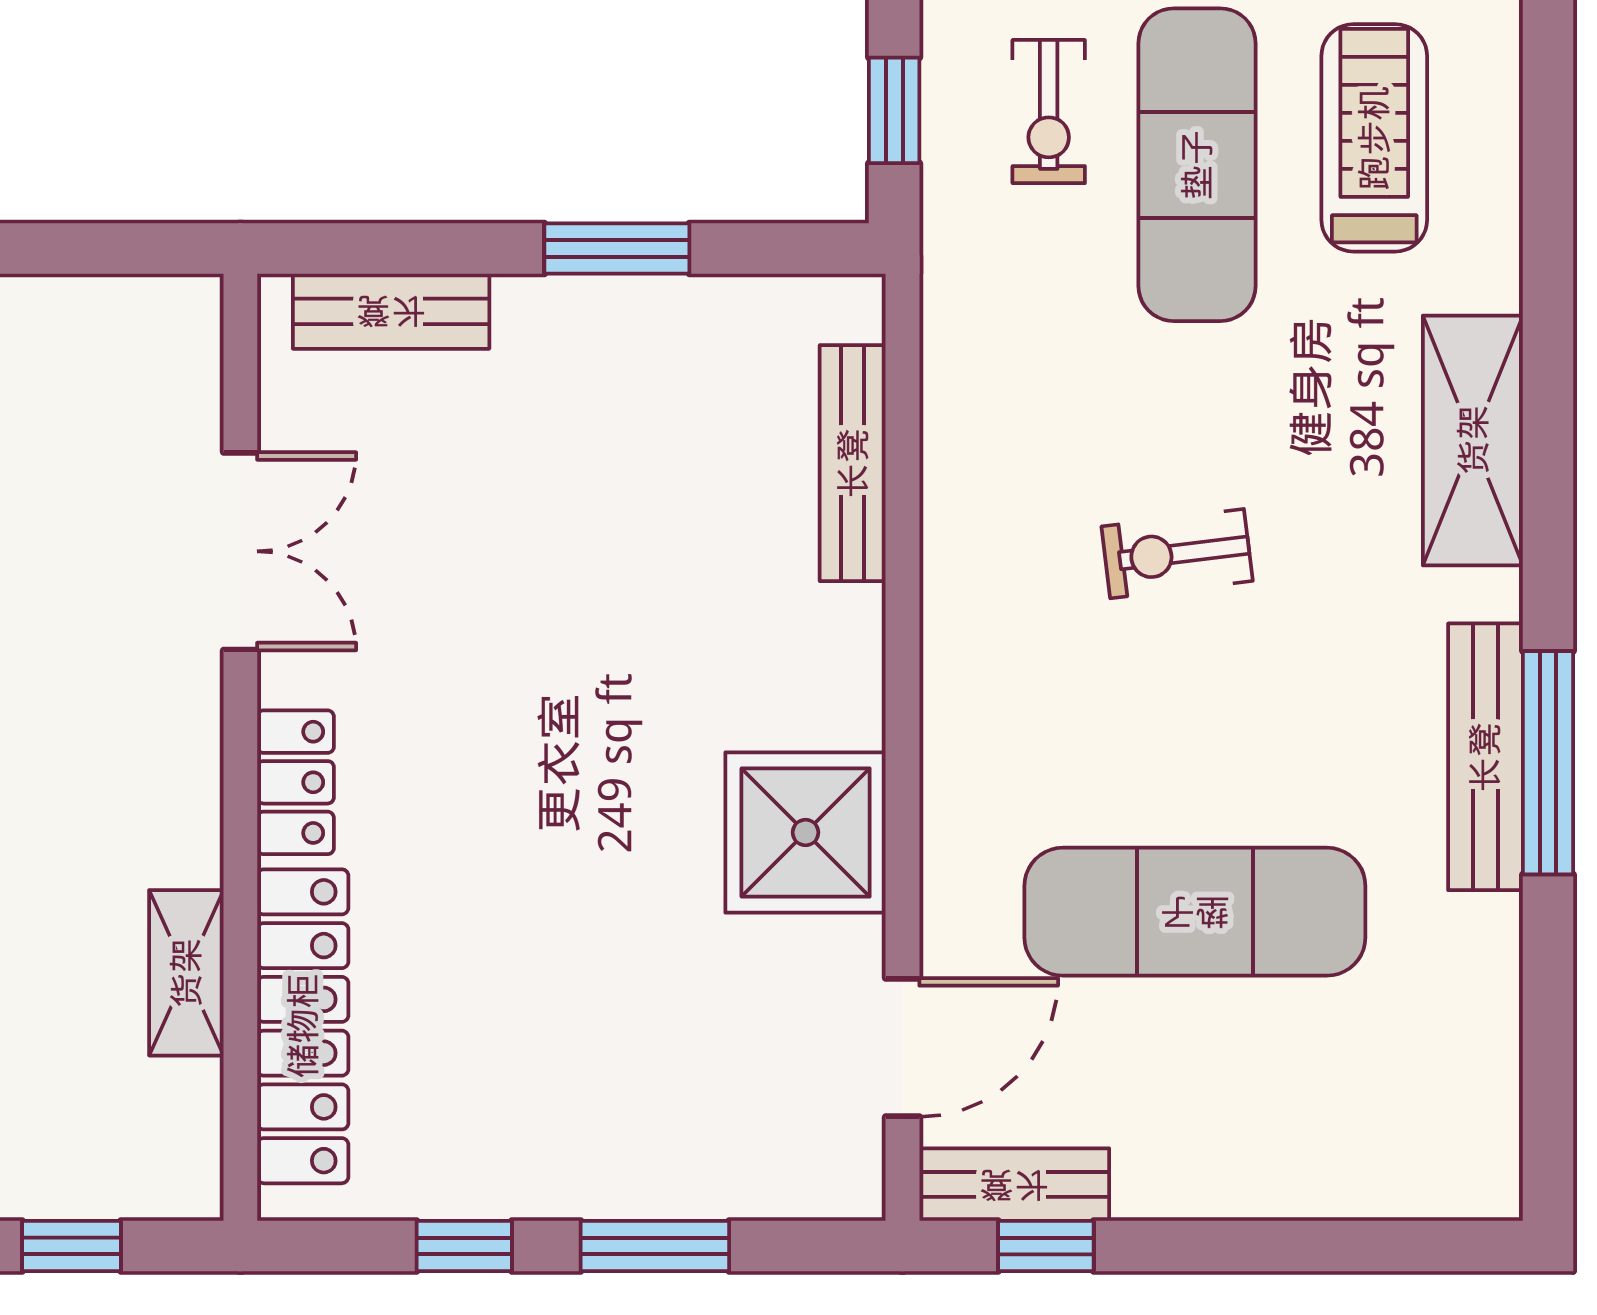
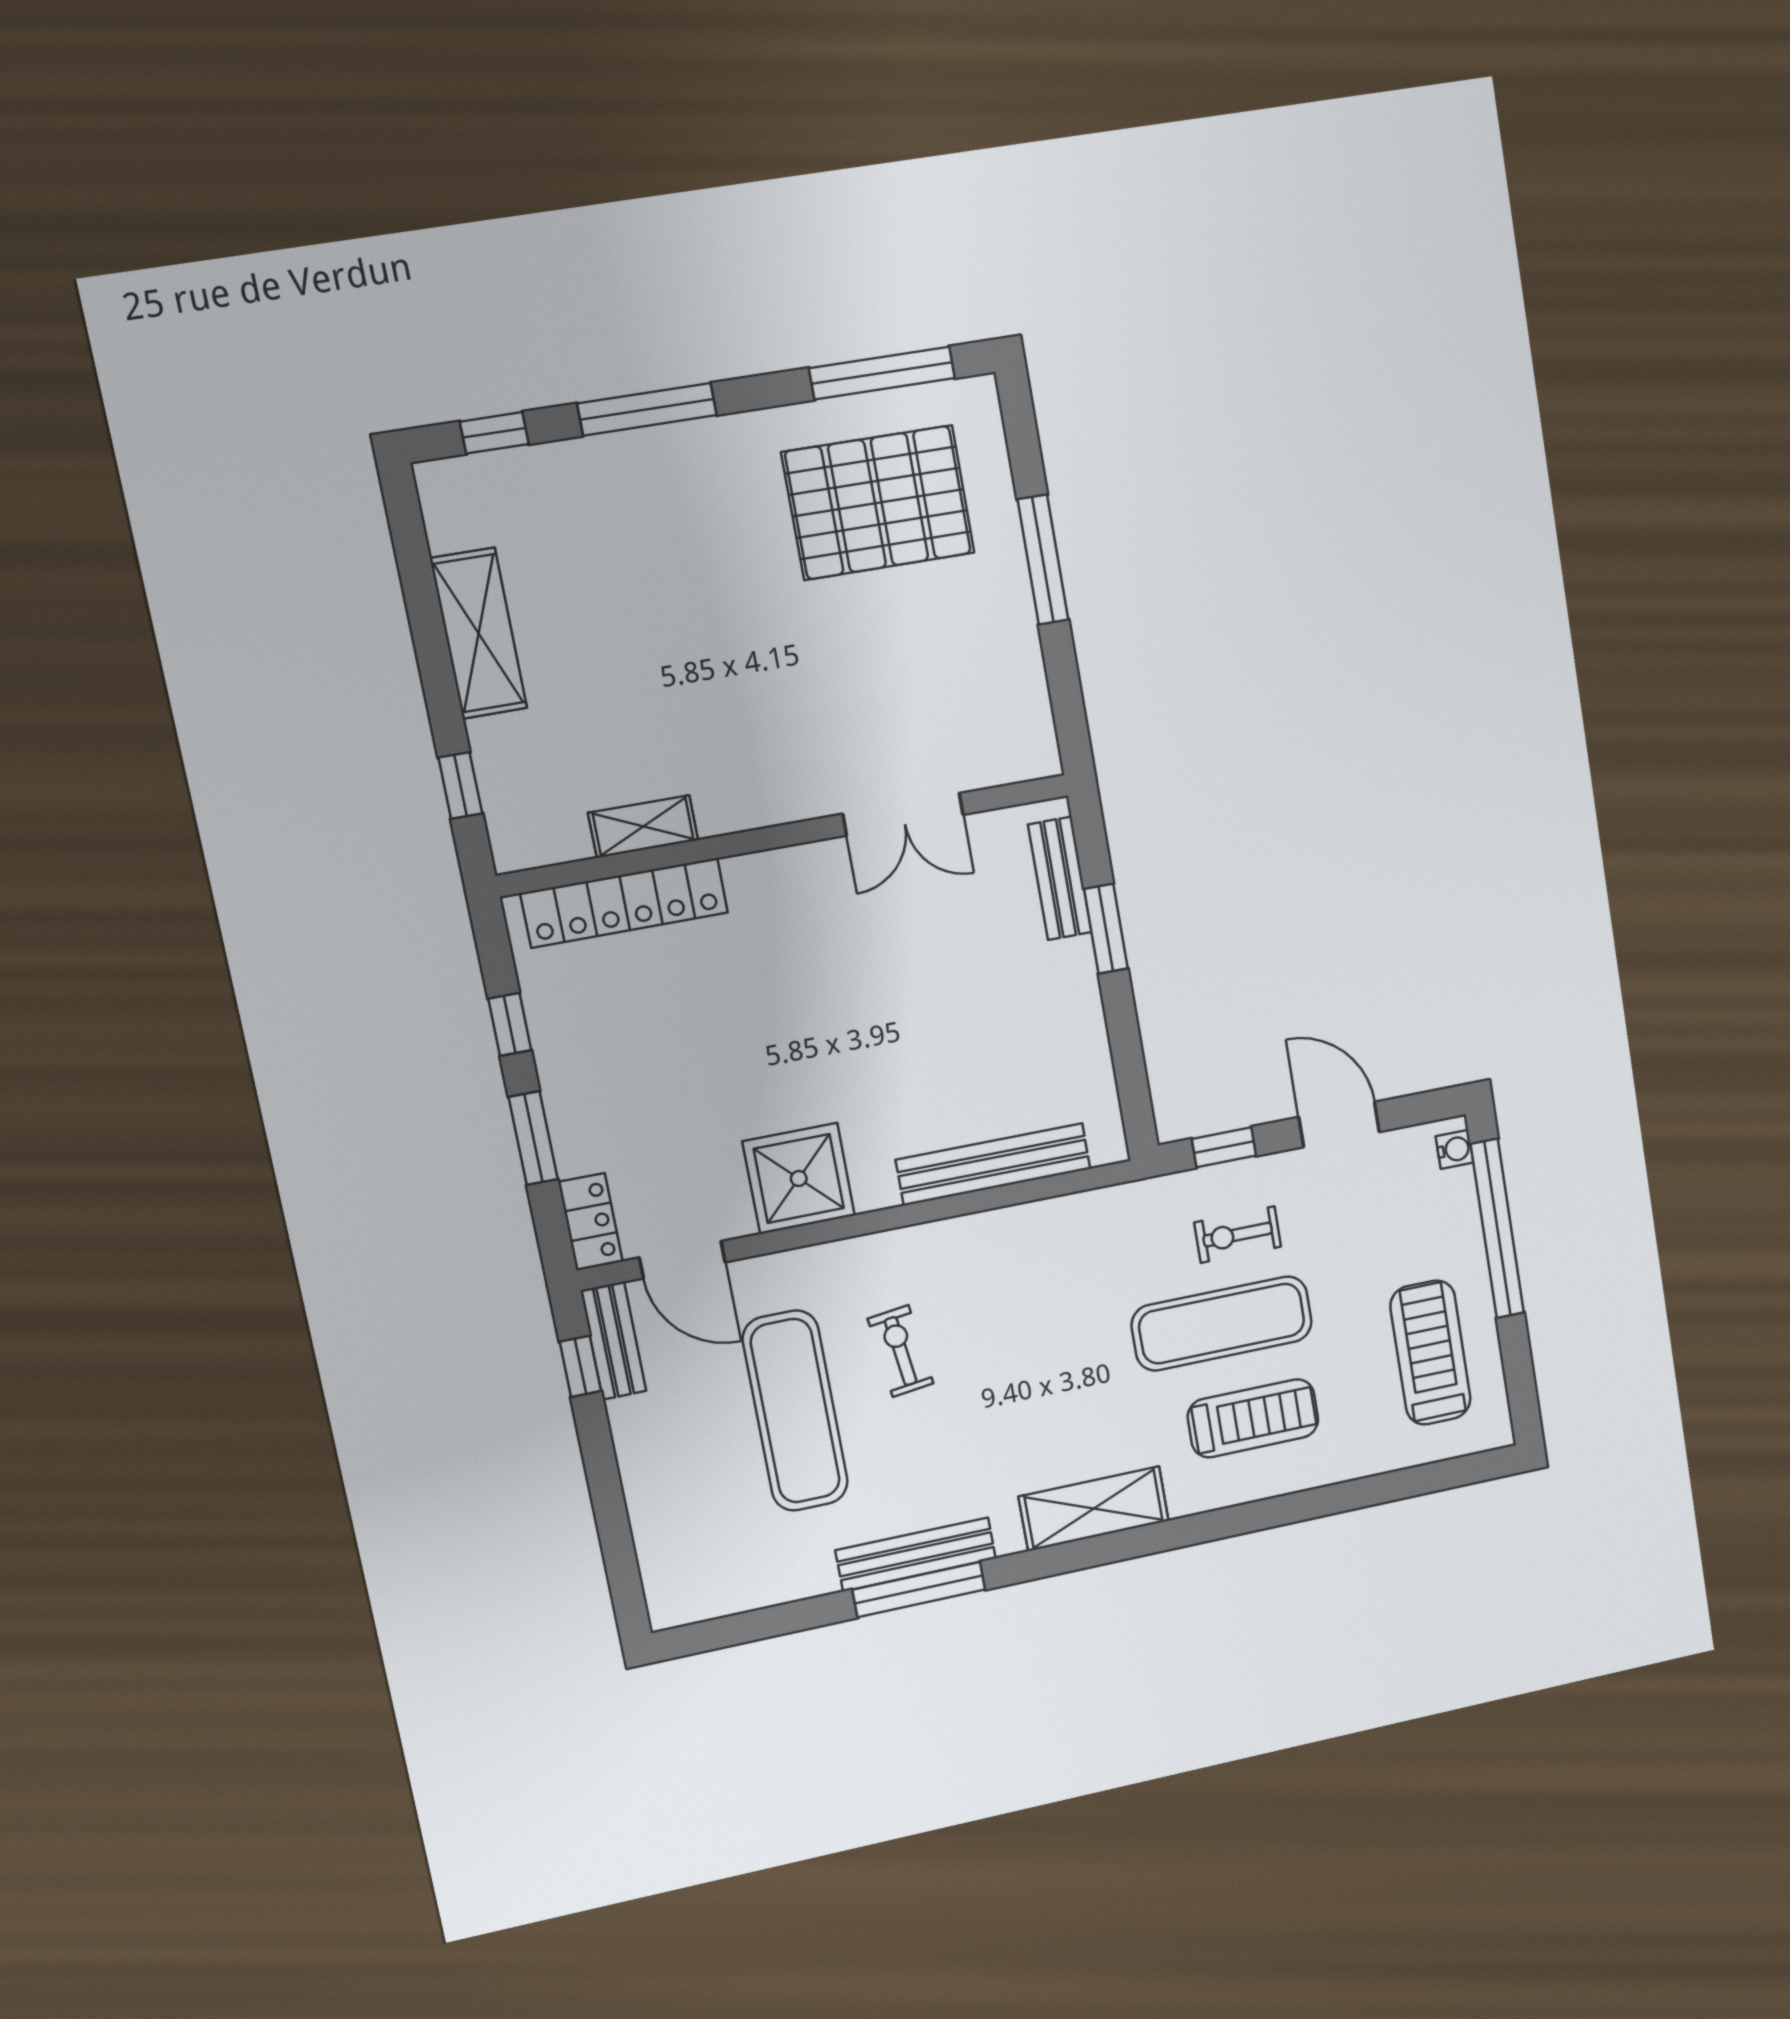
window: (617, 249) -> (1106, 929), moved
bench: (853, 463) -> (993, 1164), width x1.37, depth x1.21
exercise bike: (1177, 554) -> (901, 1351), moved
locker: (296, 782) -> (590, 1222), moved, turned -90

